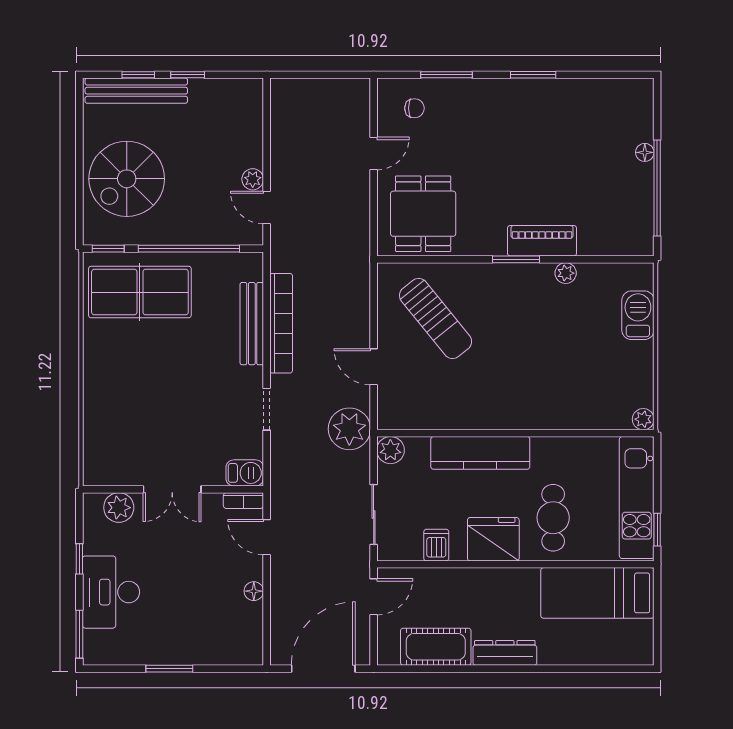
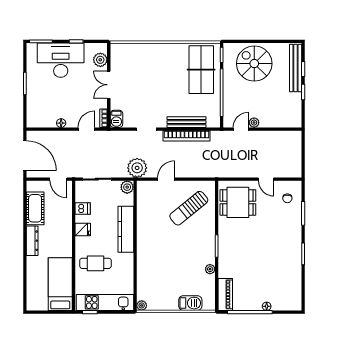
piano: (542, 241) -> (225, 294), moved
fridge: (493, 539) -> (83, 230), width x0.53, depth x0.75
desk: (111, 592) -> (61, 60), width x1.36, depth x1.30

